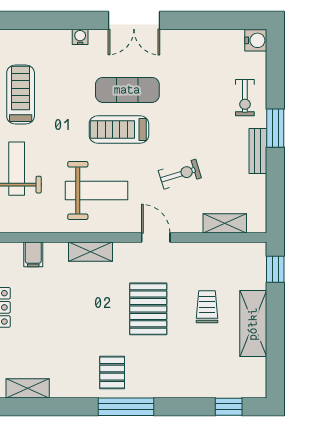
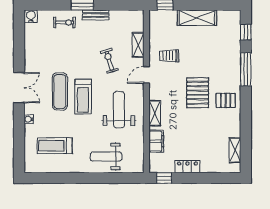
treadmill: (21, 95) -> (55, 146), moved
shelving: (225, 223) -> (138, 45), moved
filing cabinet: (33, 254) -> (156, 141), width x2.00
trolley: (207, 307) -> (169, 56), moved
pallet: (148, 309) -> (198, 93), moved, turned 90
window: (126, 407) -> (246, 69), moved

